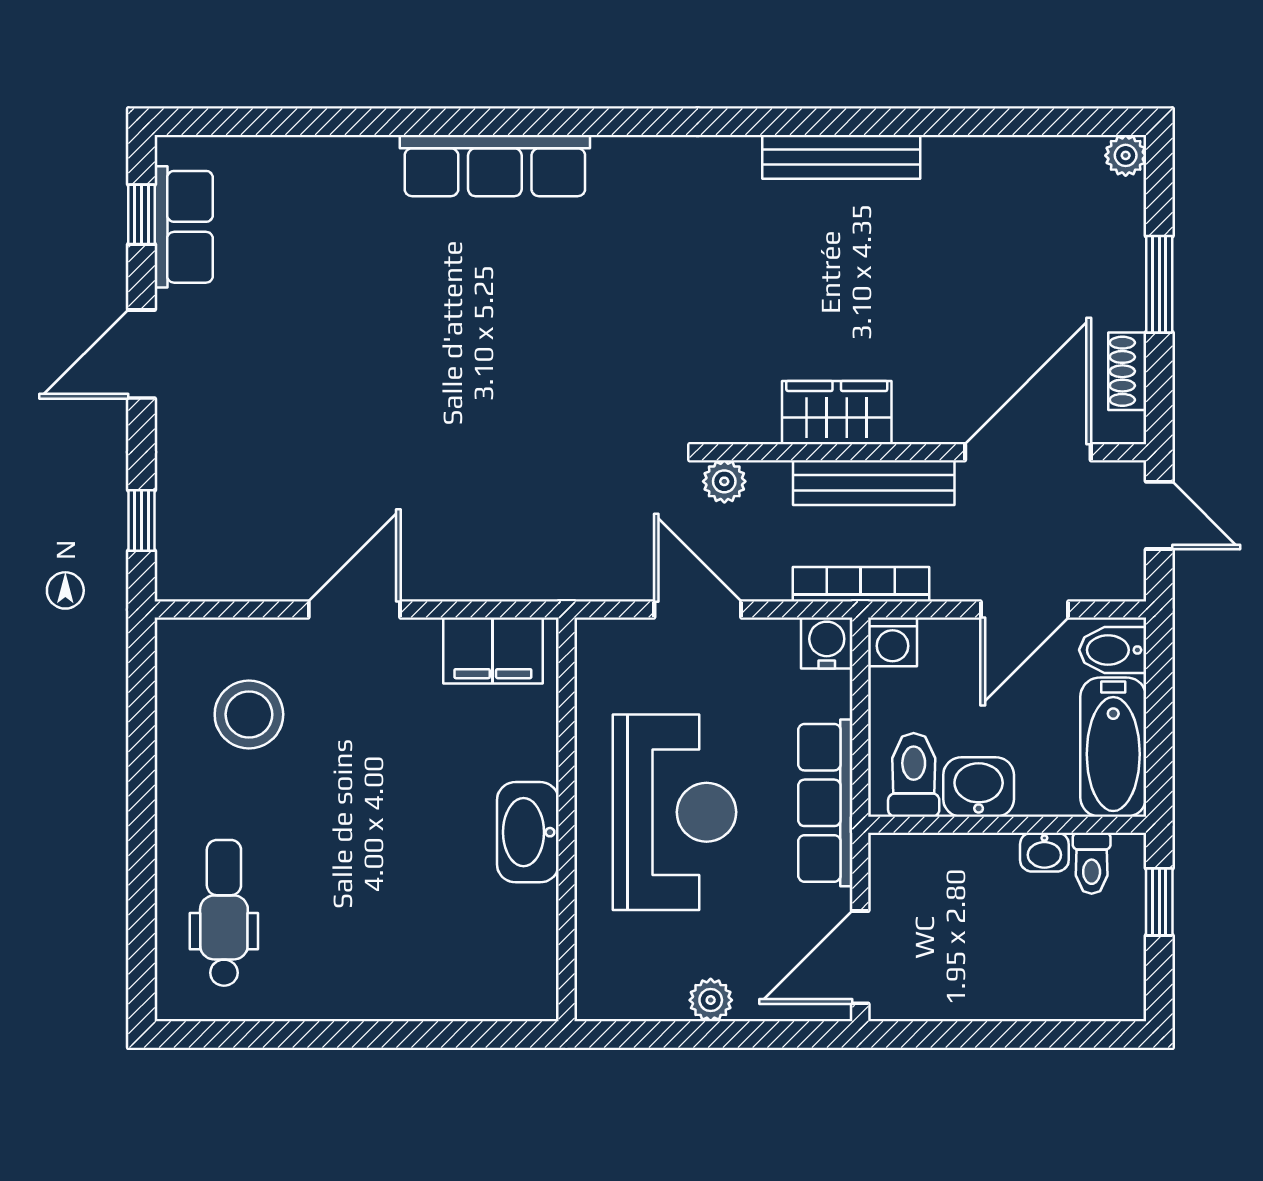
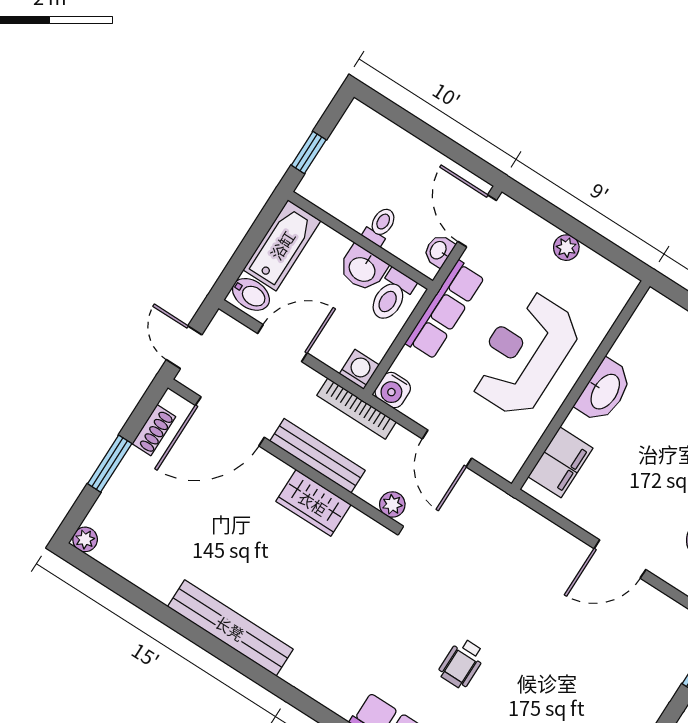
bench: (841, 157) -> (230, 628), width x1.37, depth x1.21
wheelchair: (483, 320) -> (462, 663), added
filing cabinet: (493, 650) -> (560, 462), moved, turned 90
washbasin: (1044, 852) -> (439, 251), moved, turned -90
toilet: (1092, 863) -> (380, 226), moved
door: (860, 957) -> (477, 221), swing flipped

